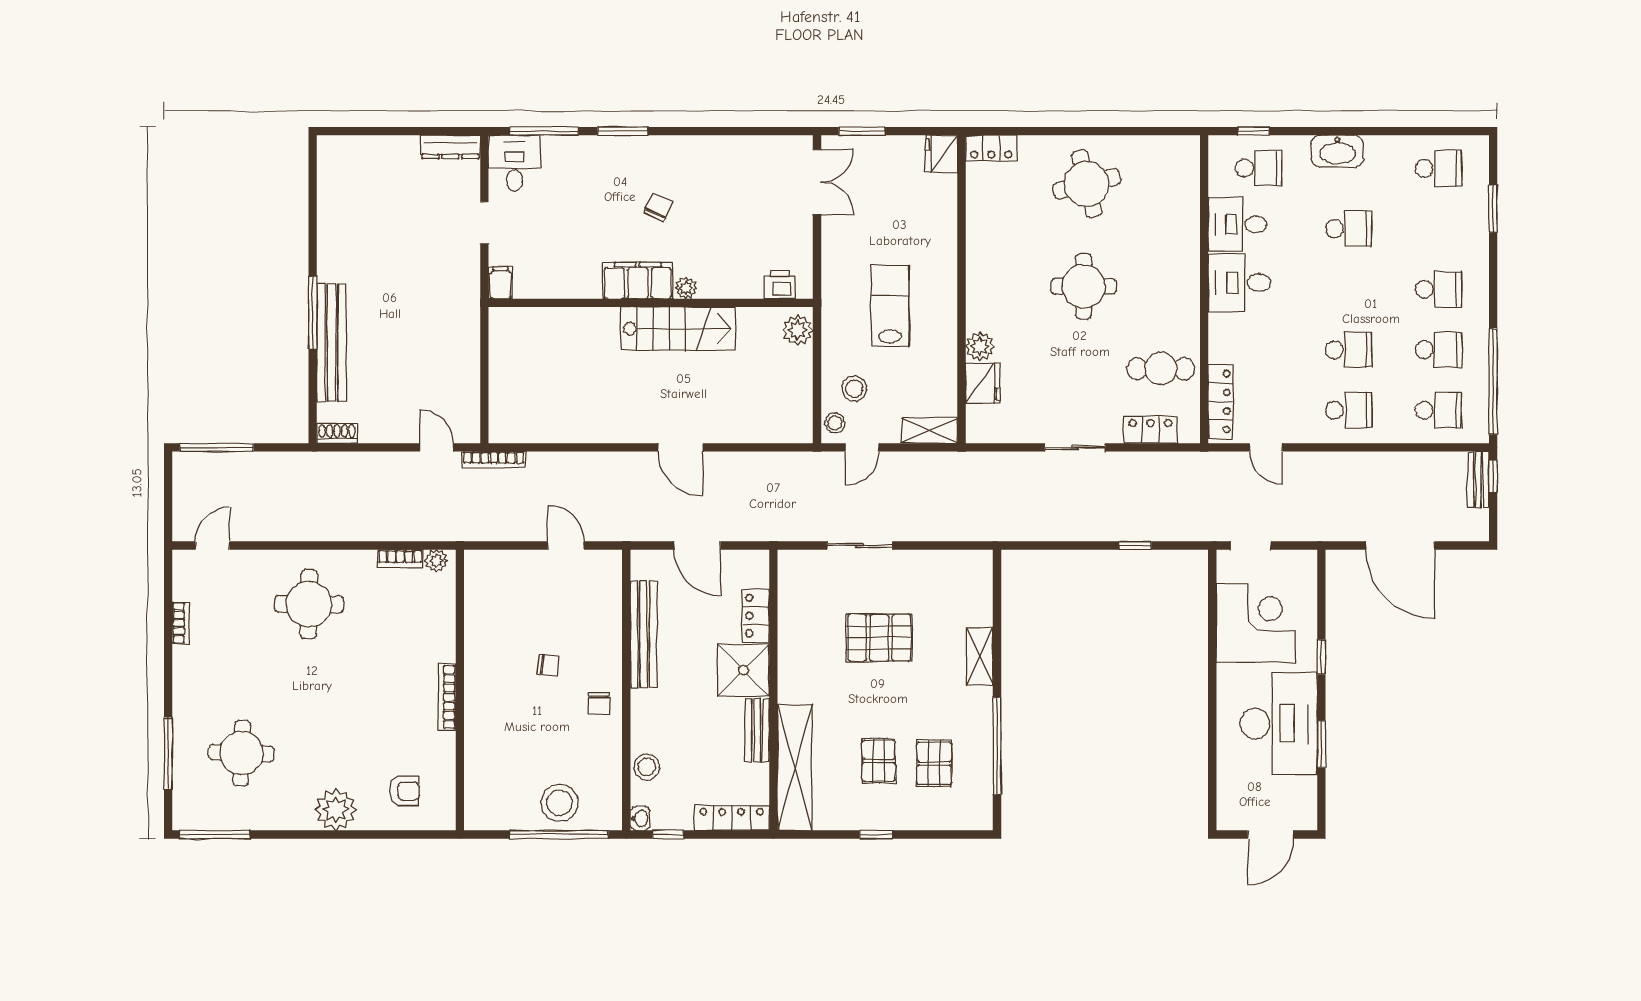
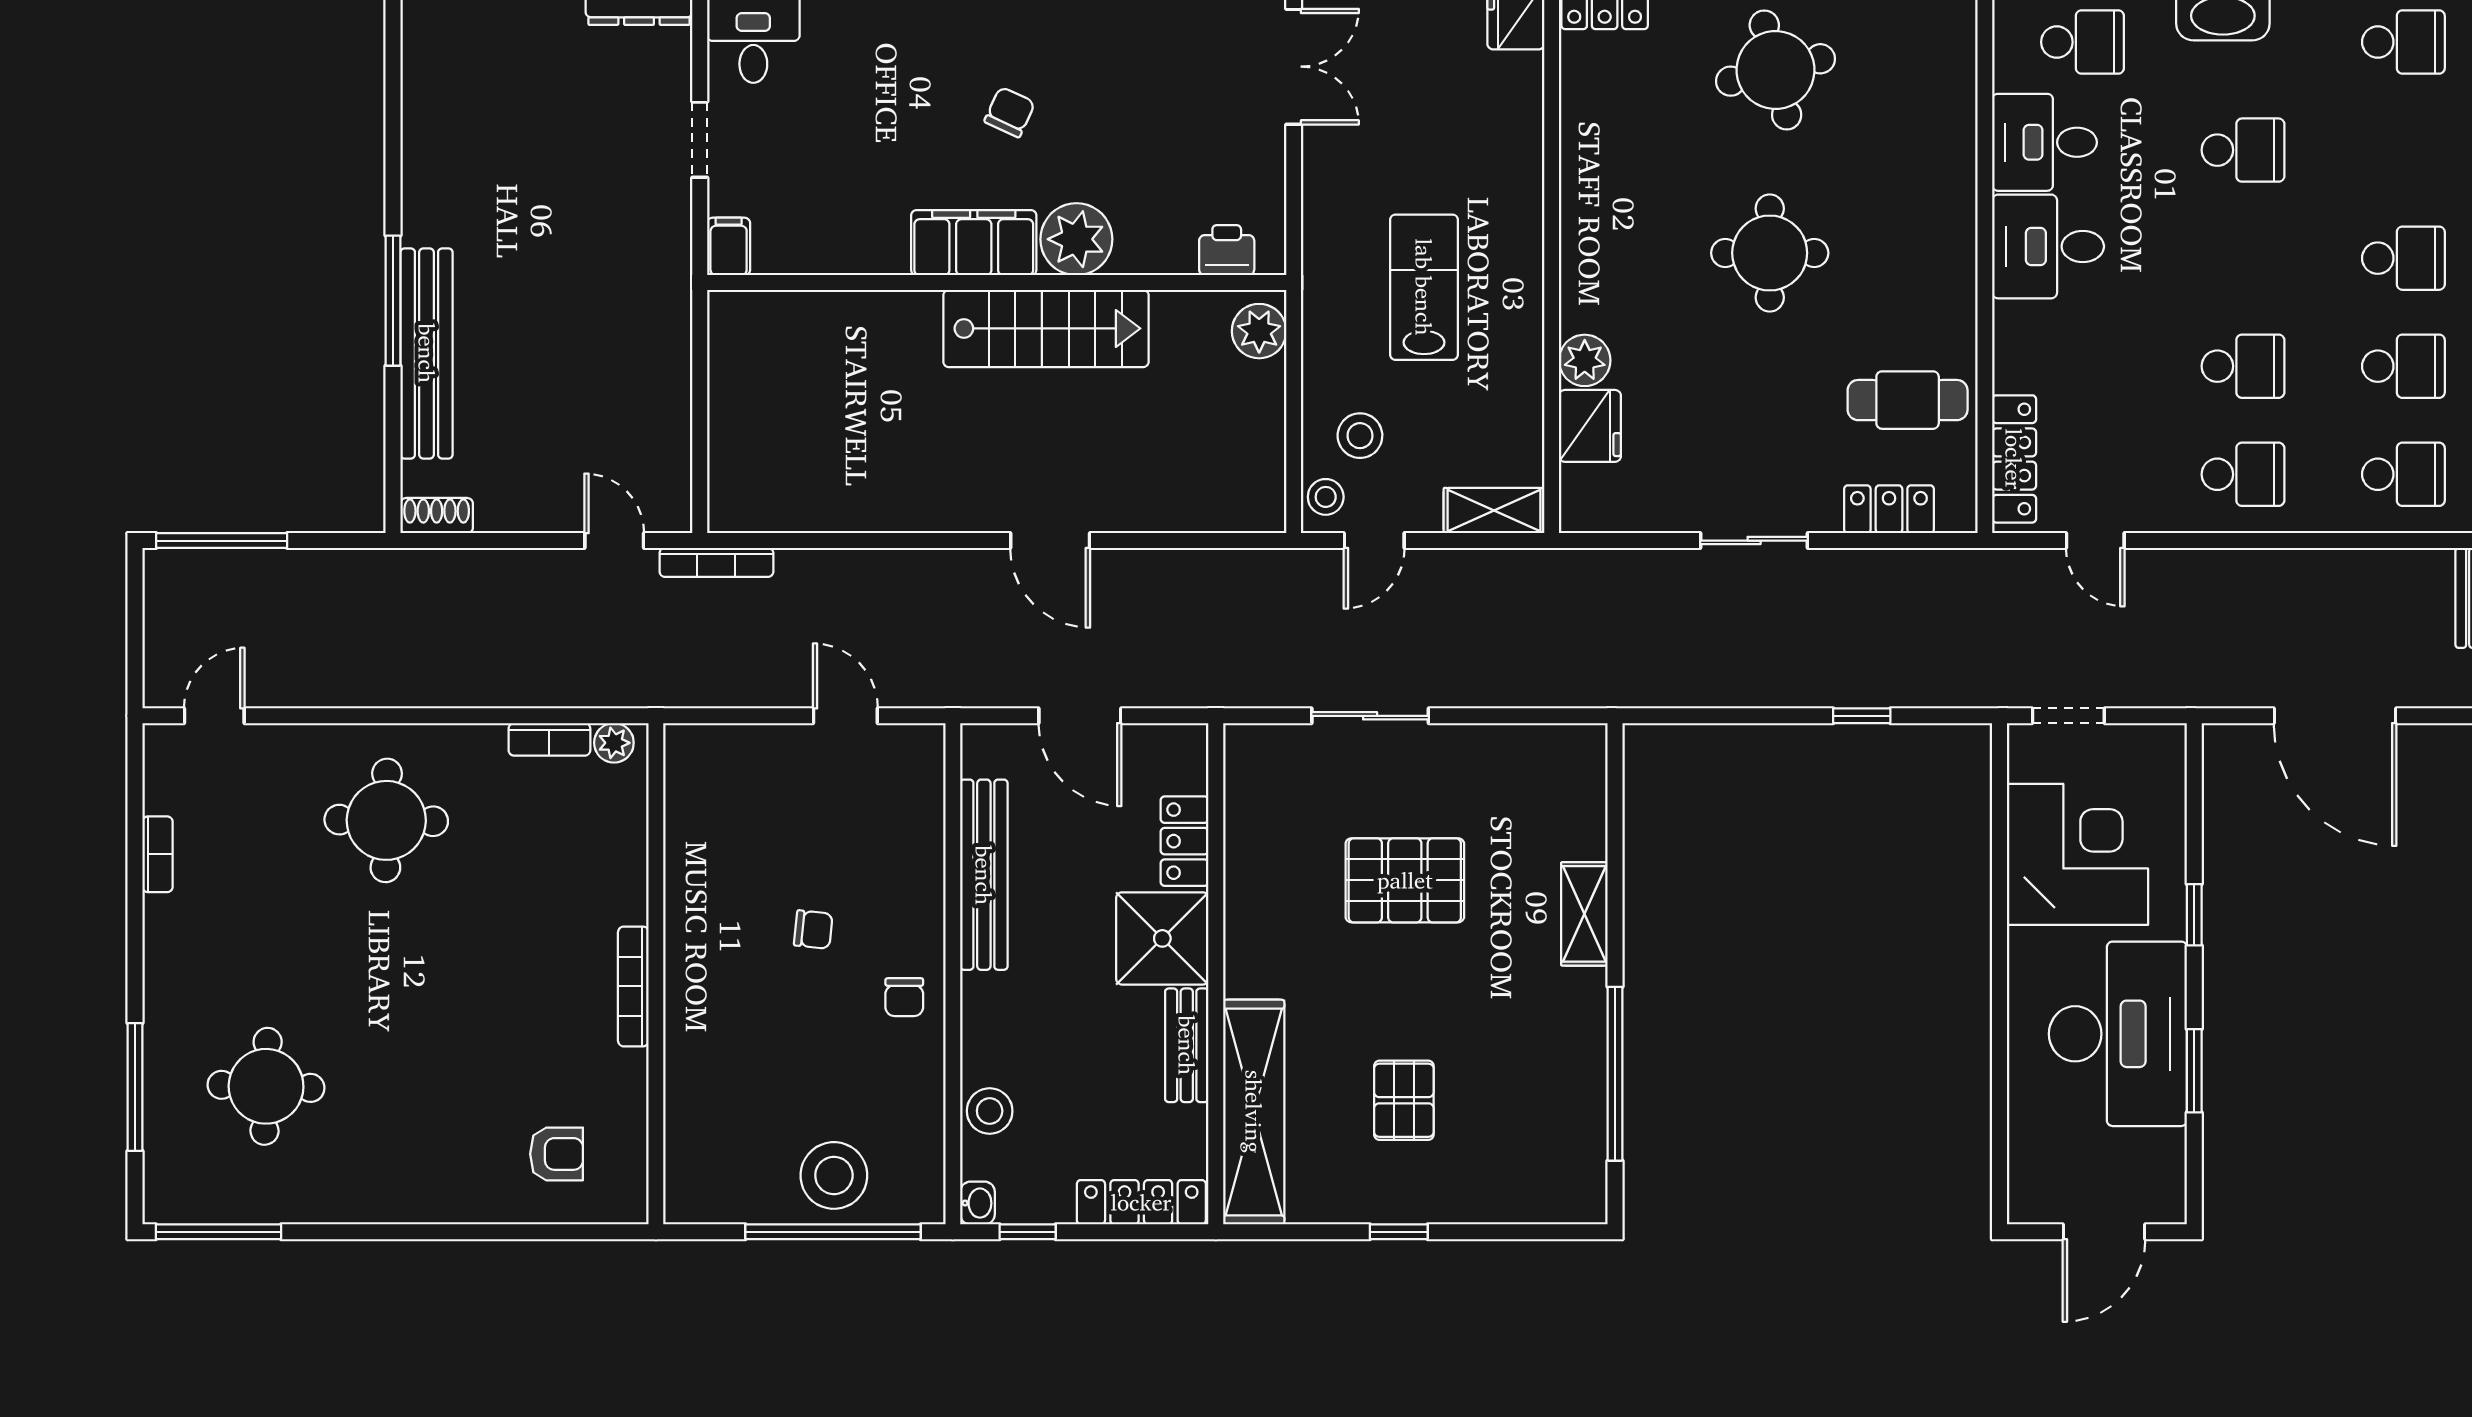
plant: (686, 288) -> (1076, 239), width x1.87, depth x1.87
pallet: (934, 763) -> (1503, 1105), removed
plant: (336, 810) -> (435, 1187), removed

